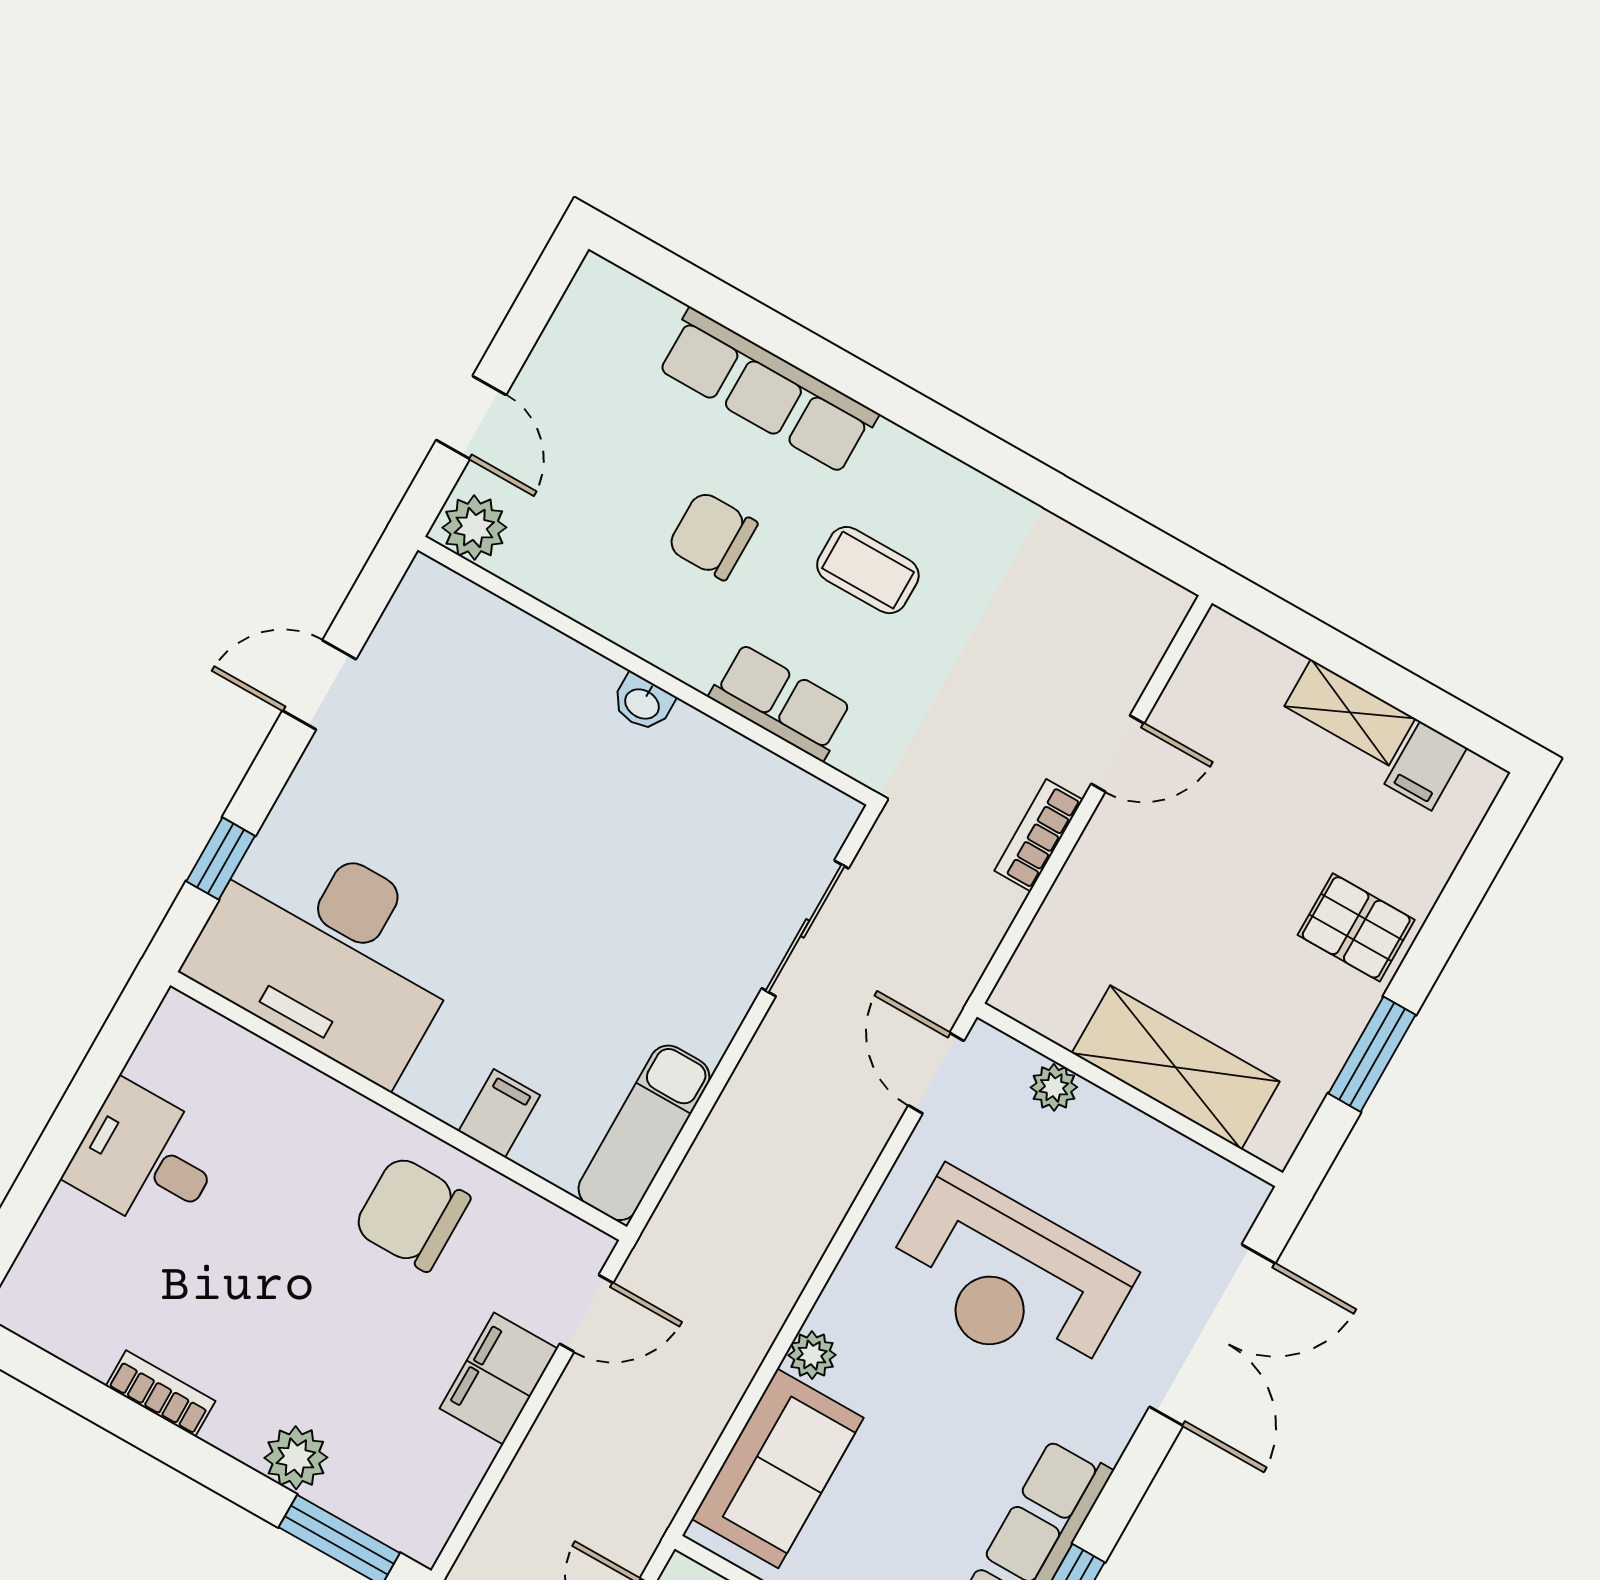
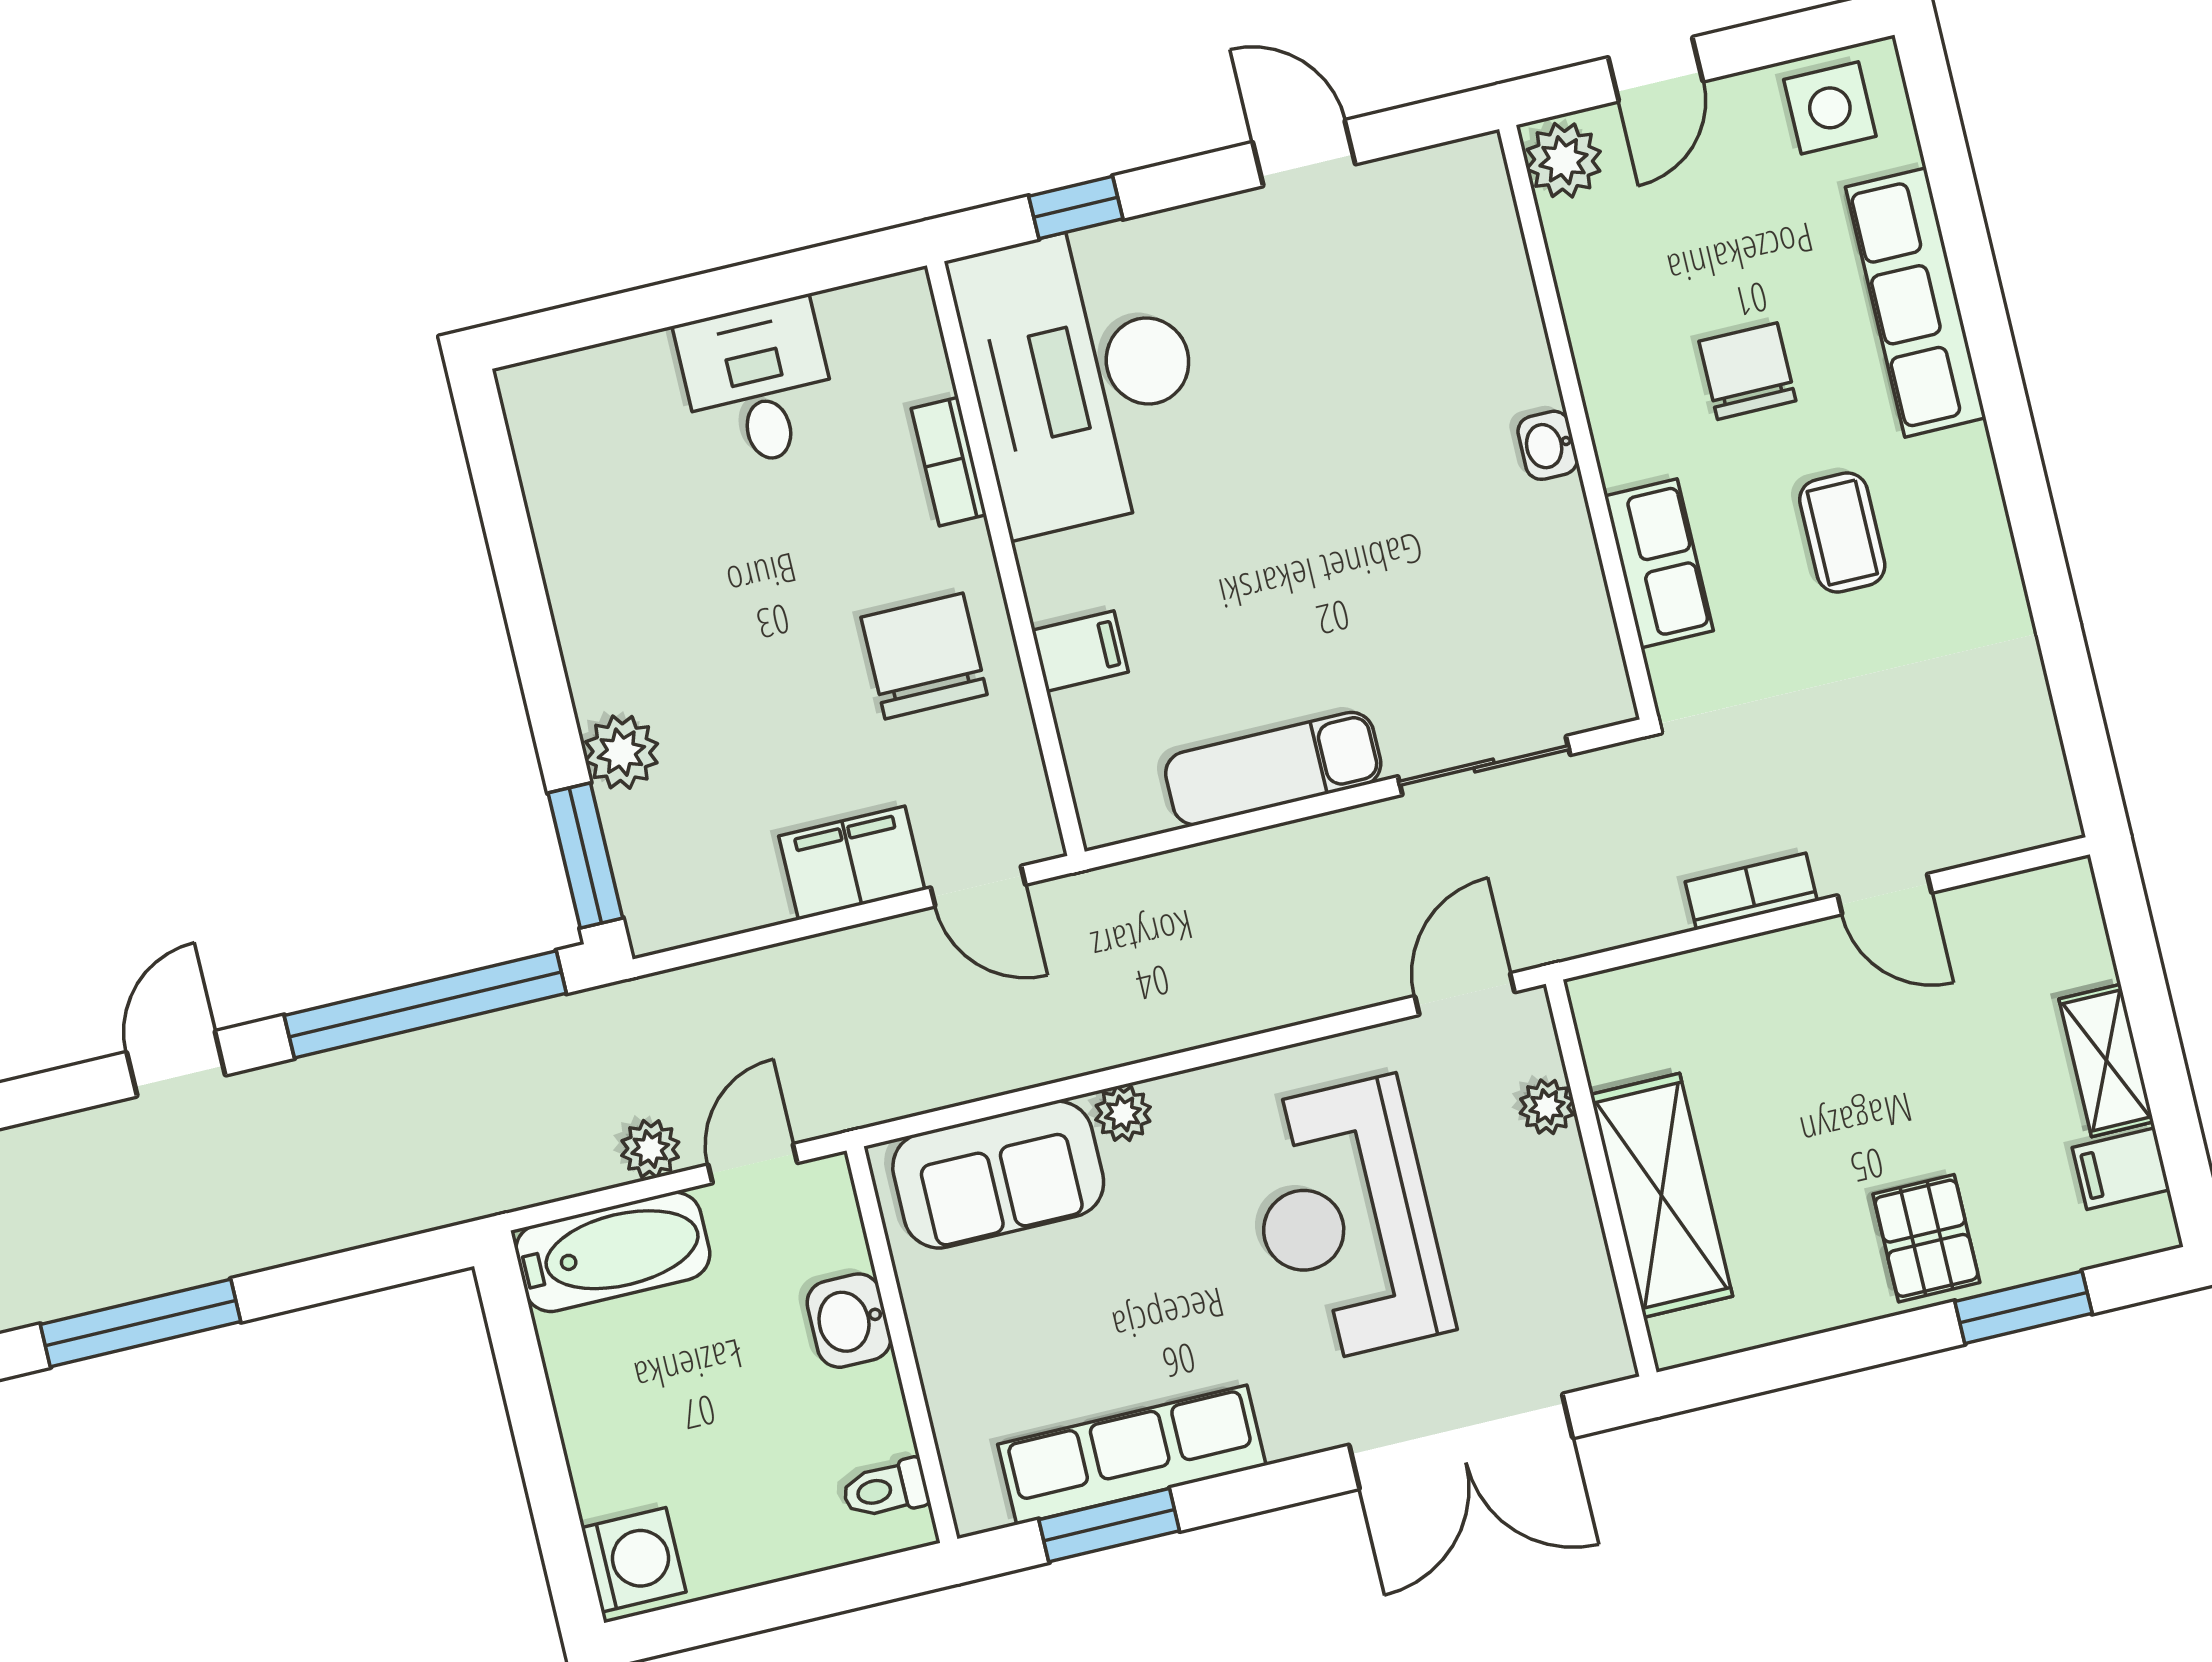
side table: (596, 331) -> (1830, 108), added
window: (1372, 1054) -> (2023, 1307), moved
exam couch: (644, 1133) -> (1273, 769), moved
bookcase: (161, 1394) -> (949, 462), moved, turned 180

